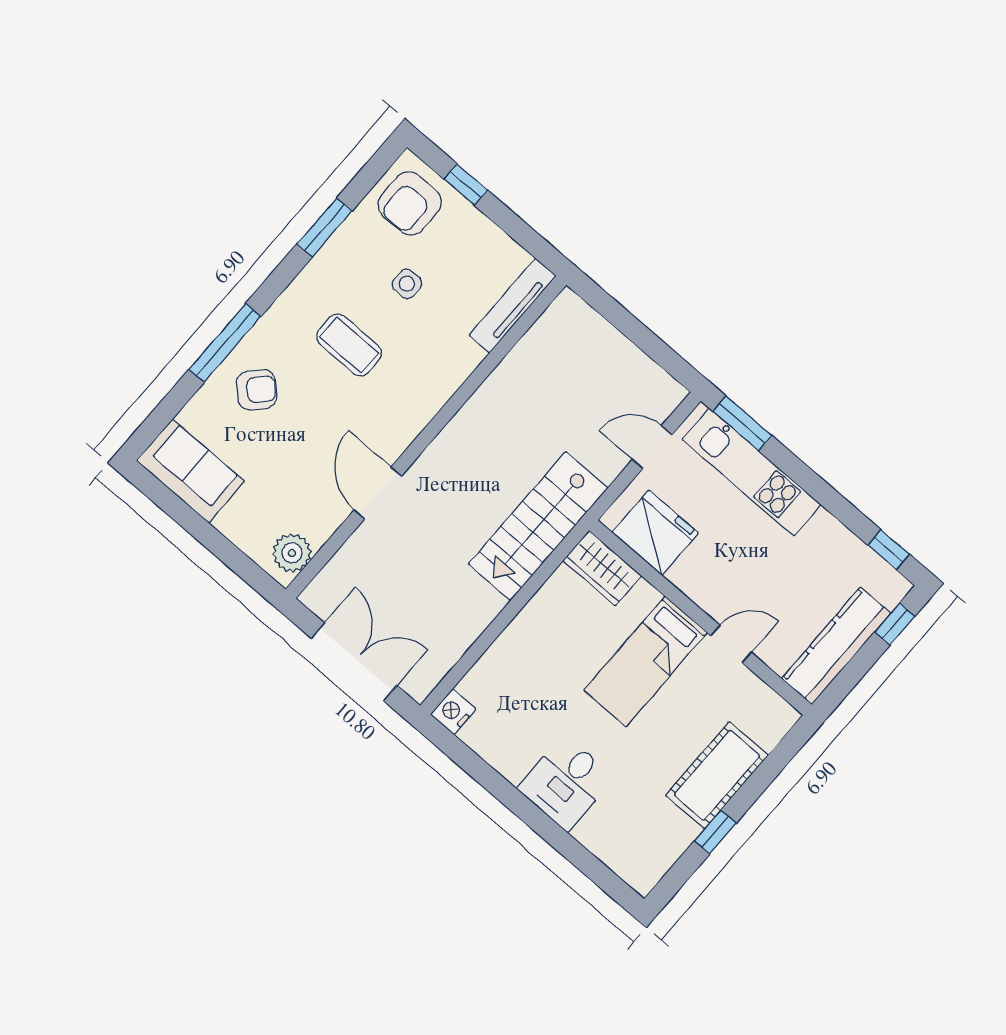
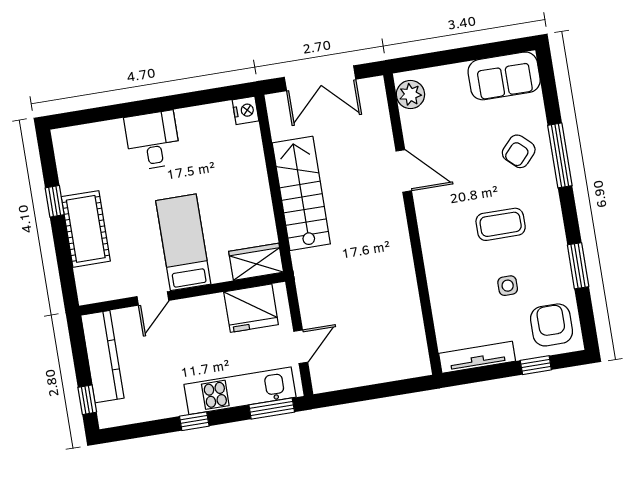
tv unit: (513, 306) -> (477, 357), moved, turned -90
stairs: (538, 526) -> (301, 193), moved
window: (889, 550) -> (194, 421), moved

